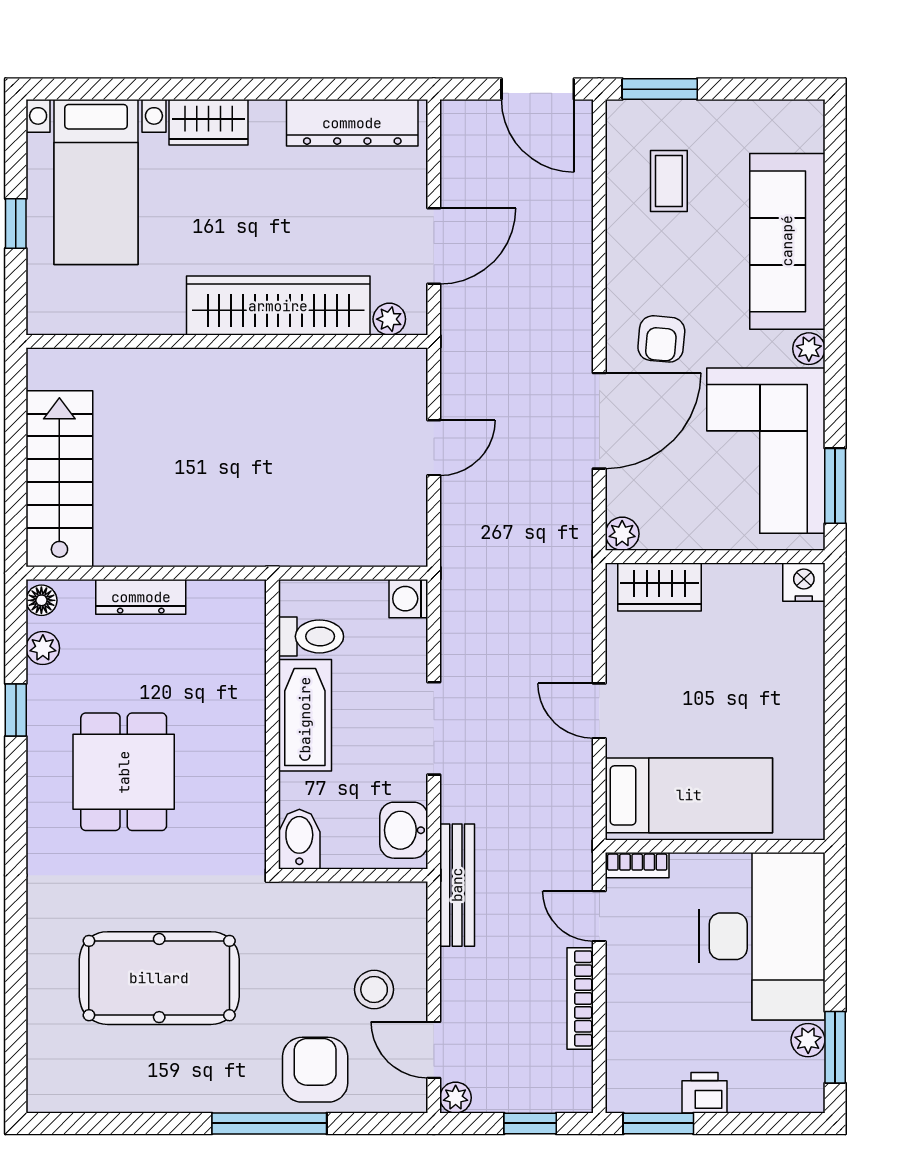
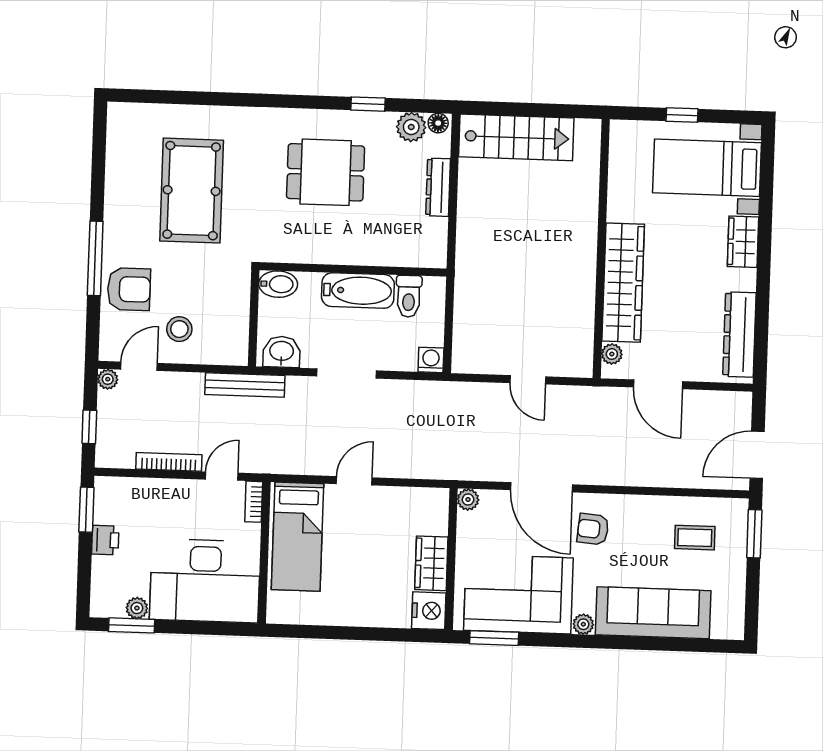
nightstand: (804, 582) -> (429, 611), width x1.36, depth x1.33
wardrobe: (659, 587) -> (431, 563), moved
plant: (43, 648) -> (411, 127), width x1.38, depth x1.38

